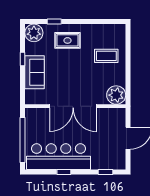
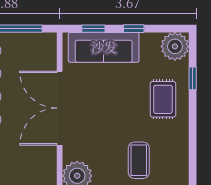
sofa: (34, 72) -> (104, 47), width x1.36
window: (23, 85) -> (93, 29), added

